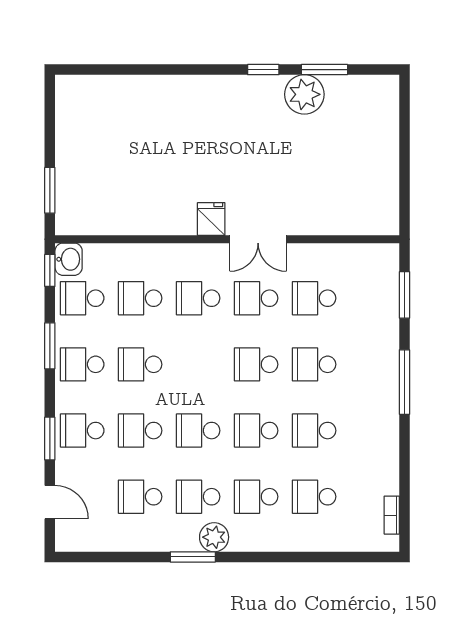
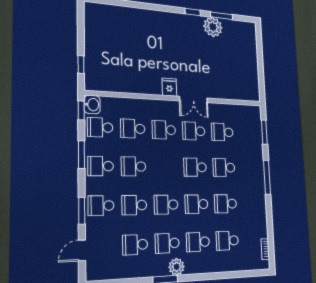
window: (50, 190) -> (81, 65), width x0.67
door: (50, 502) -> (82, 250), swing flipped

